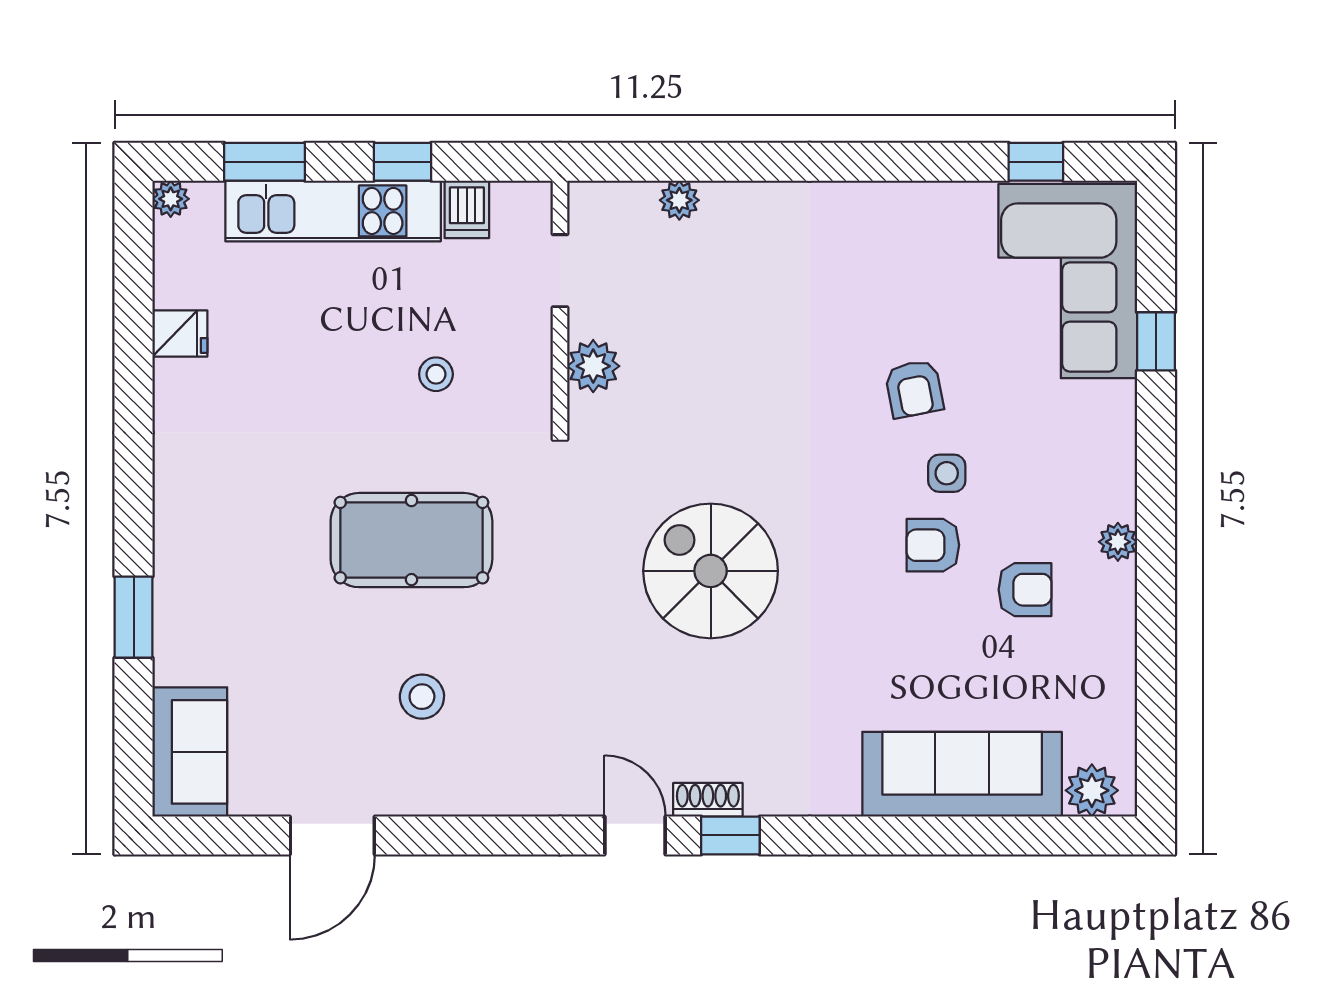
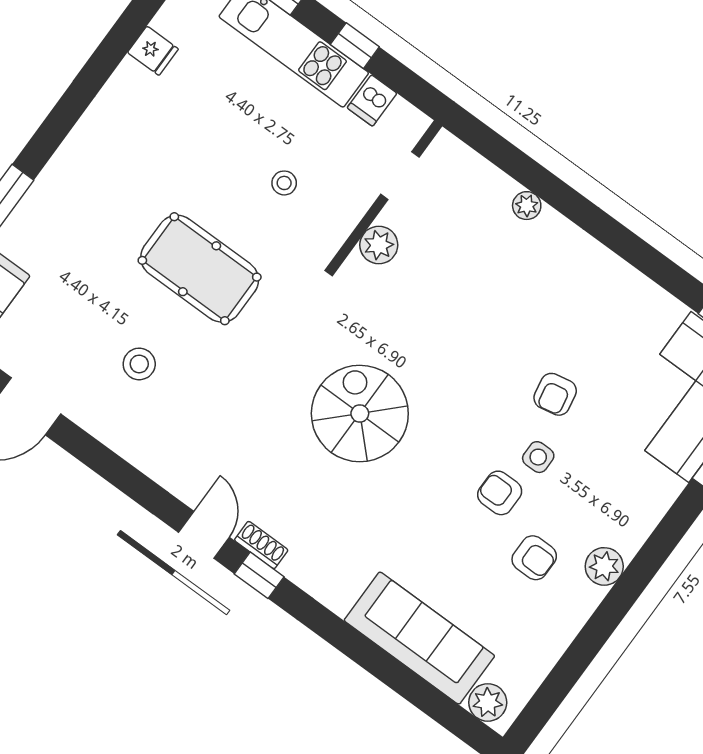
plant: (679, 200) -> (527, 206), moved
plant: (1118, 542) -> (604, 566), width x1.38, depth x1.38

